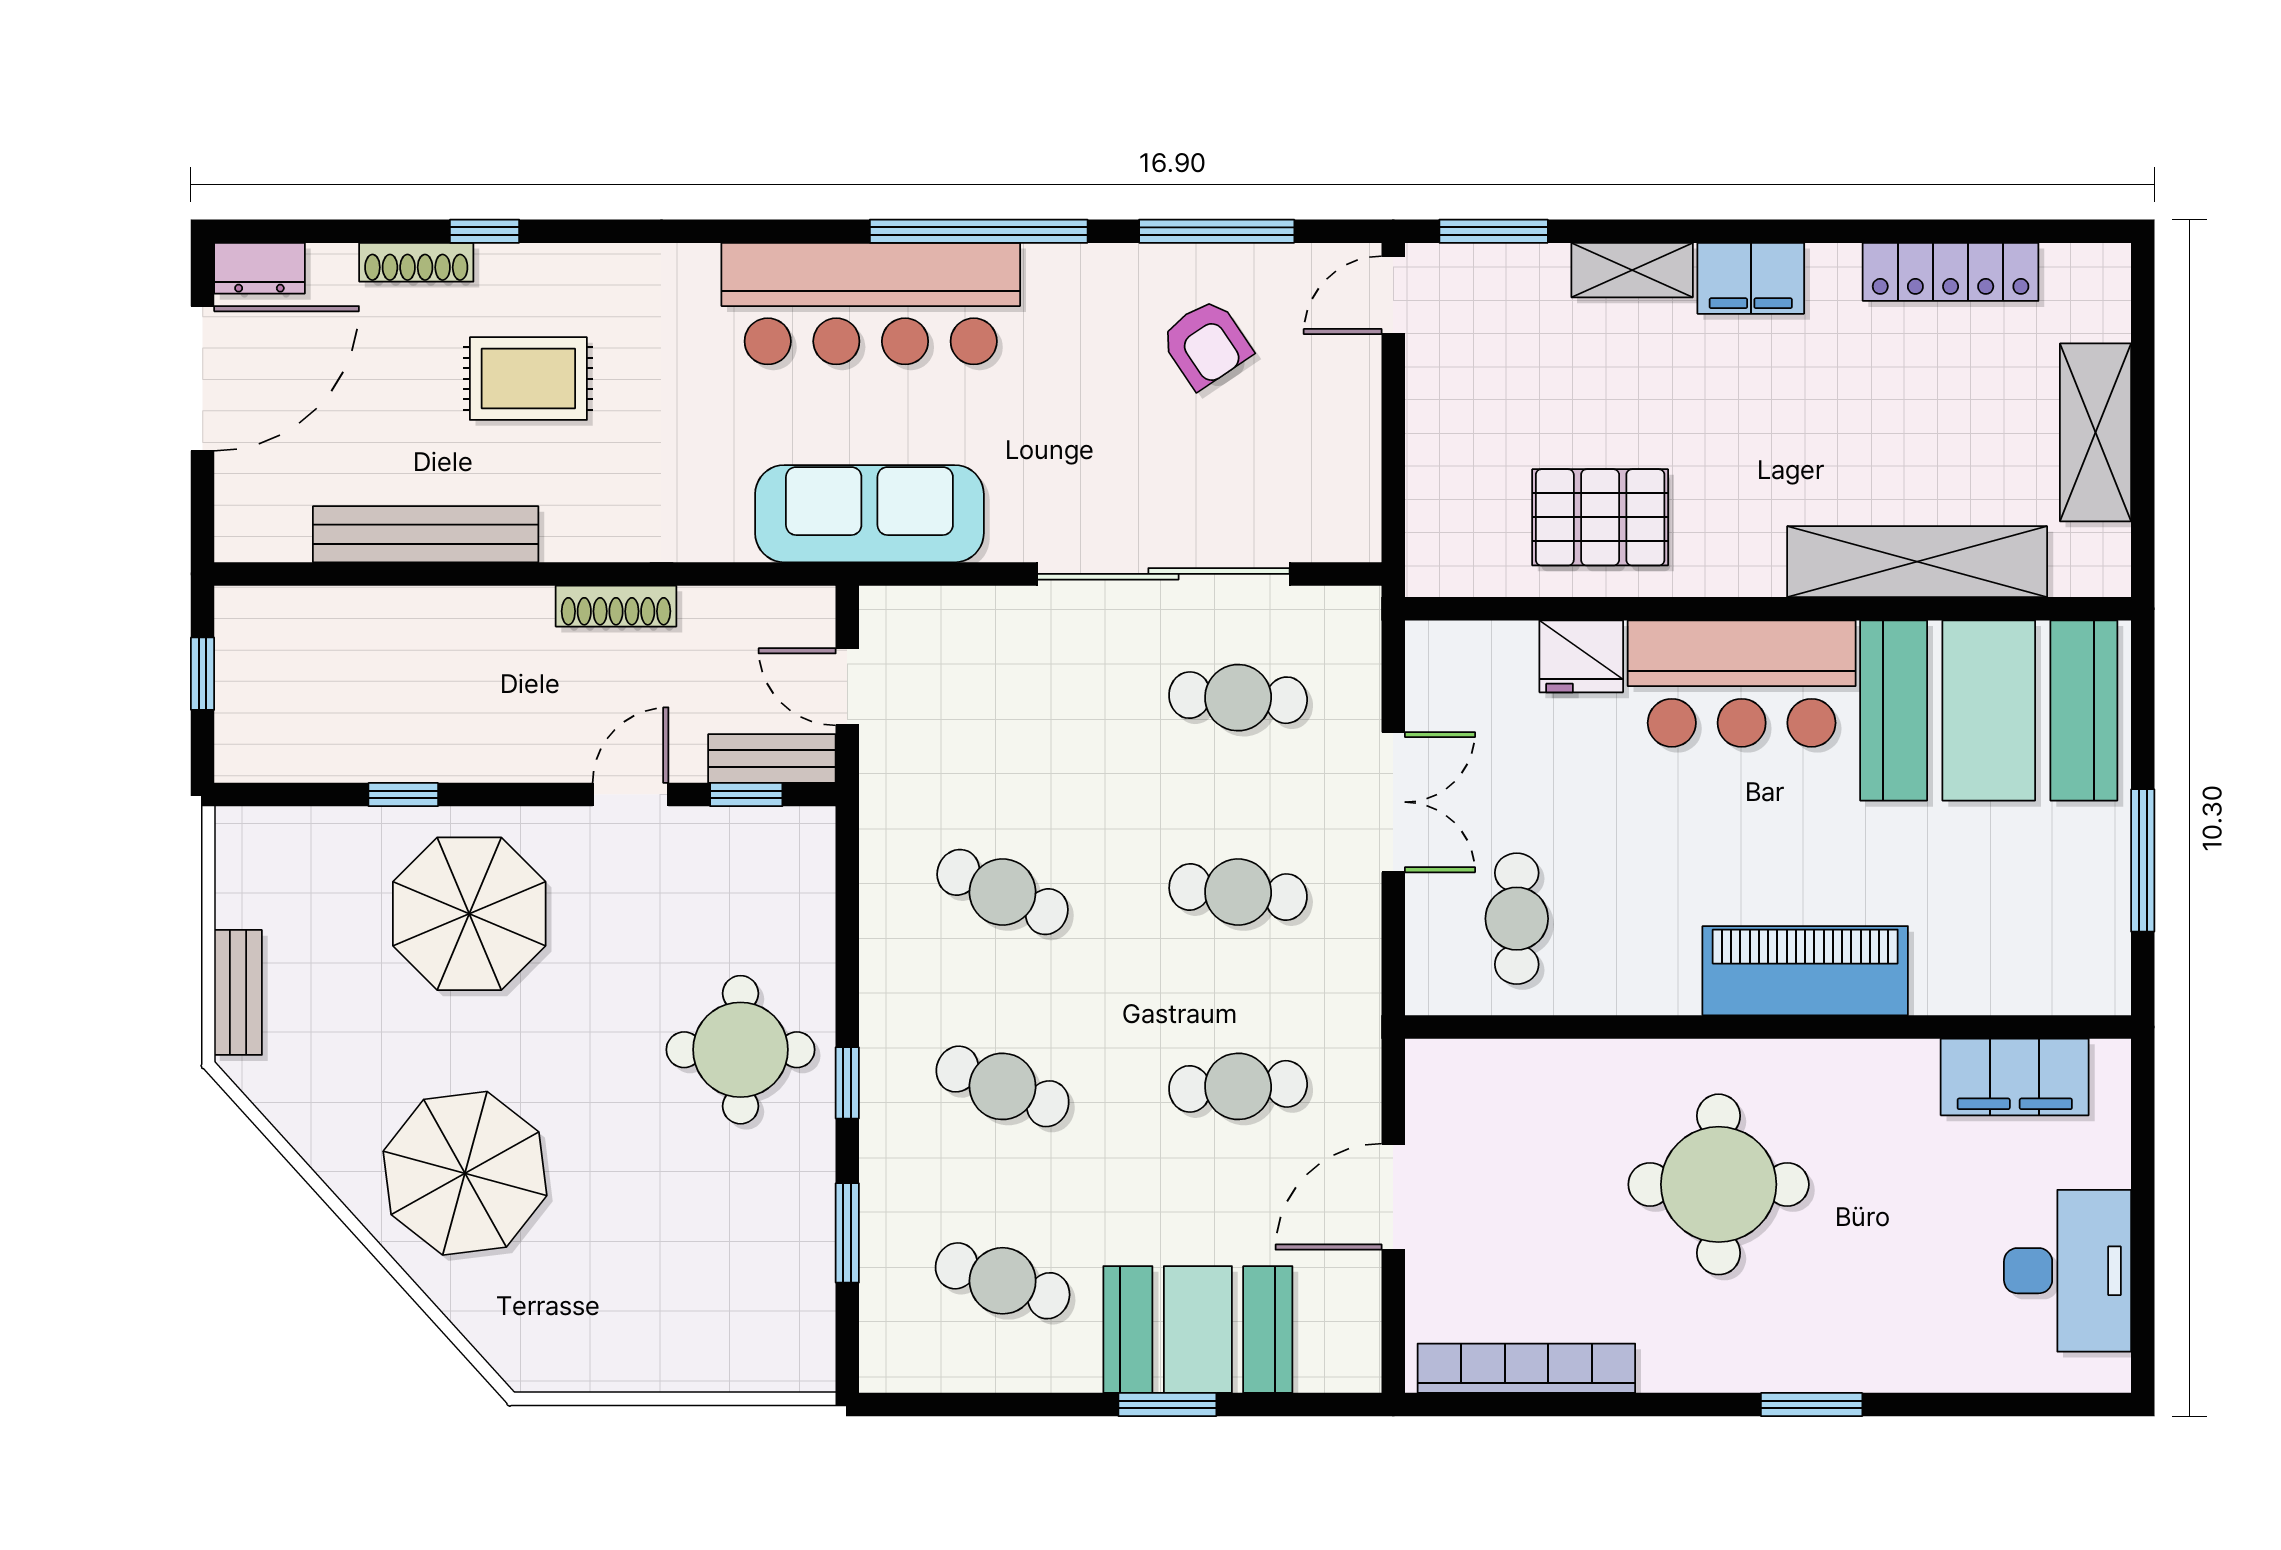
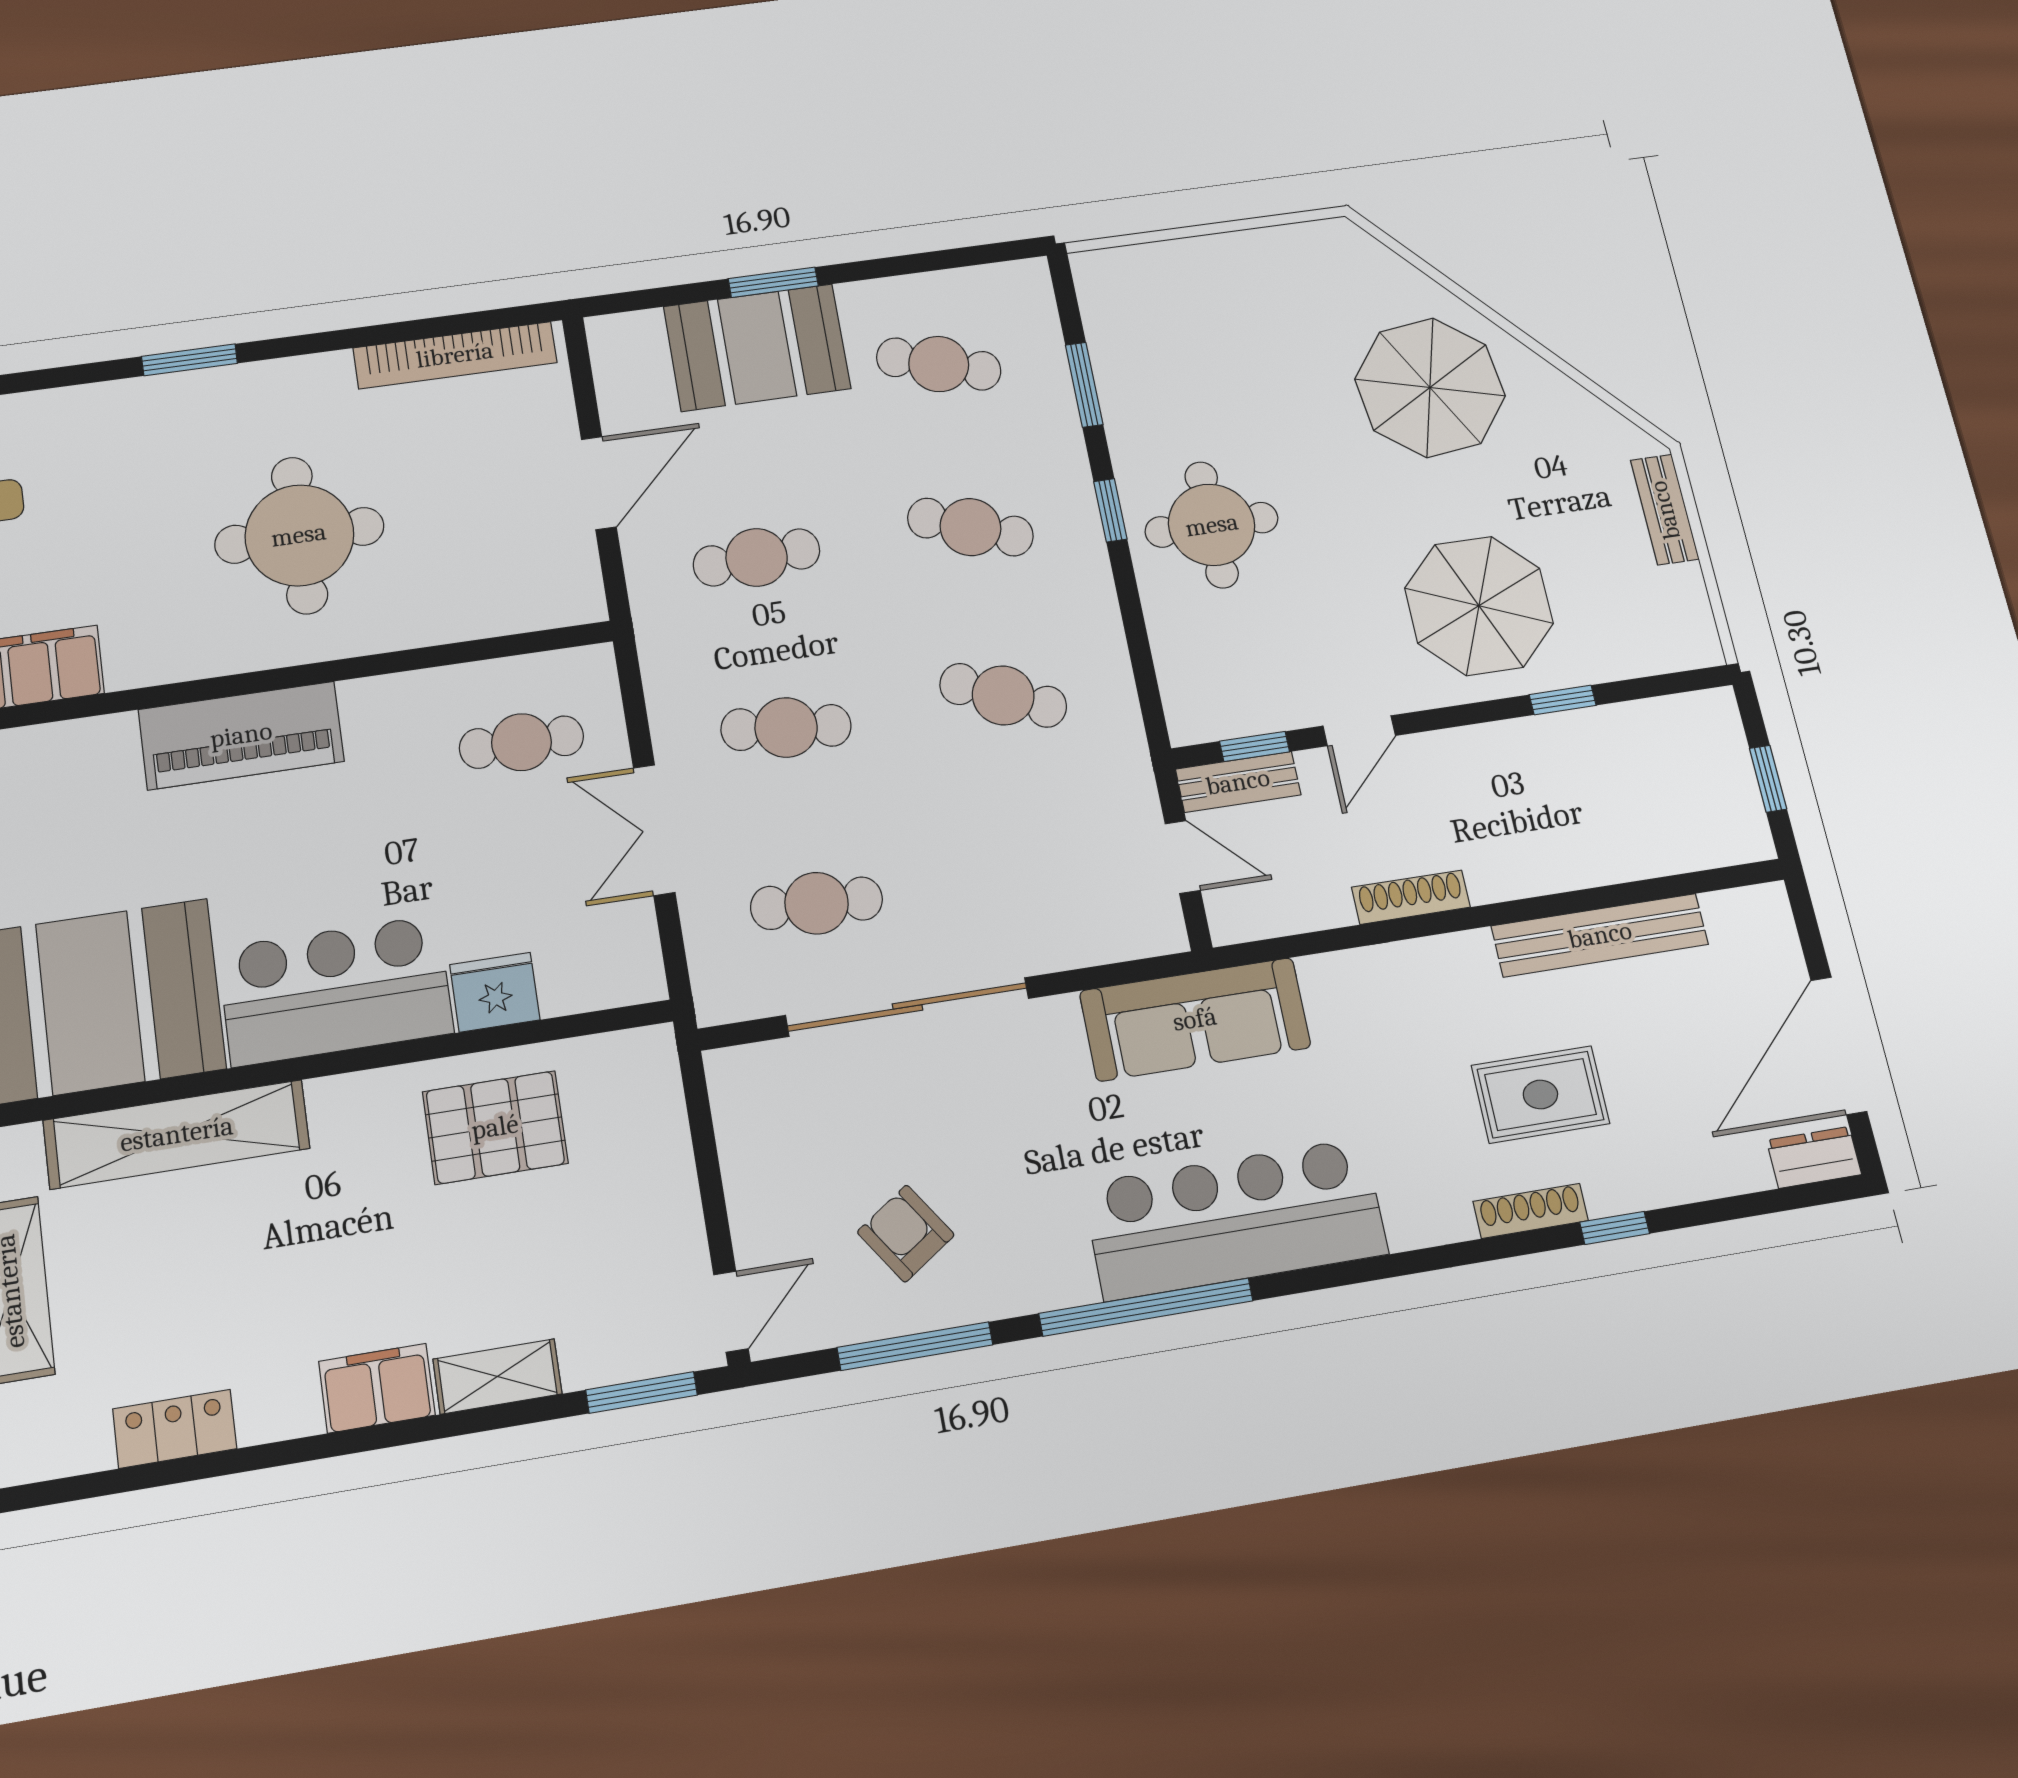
shoe rack: (416, 262) -> (1531, 1211), moved
locker: (1951, 272) -> (175, 1429), width x0.66
cafe table: (1517, 919) -> (521, 742), turned 90

